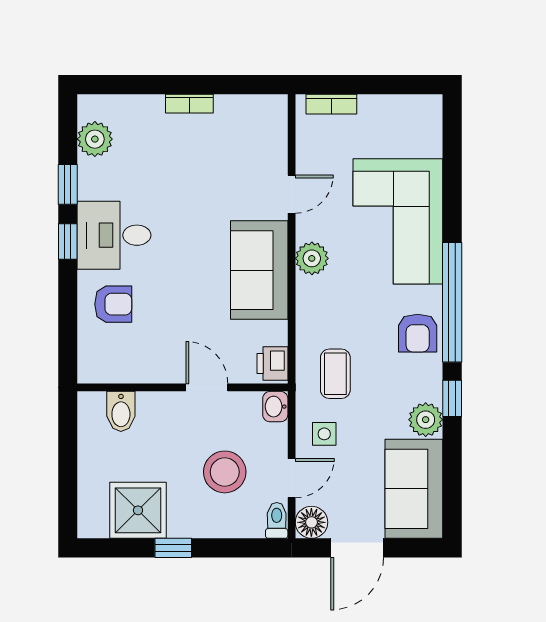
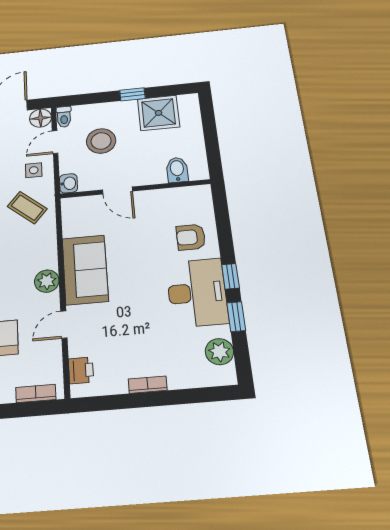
desk: (114, 235) -> (197, 293), width x1.37
printer: (272, 364) -> (81, 370), moved
coffee table: (335, 374) -> (27, 208), turned -50

